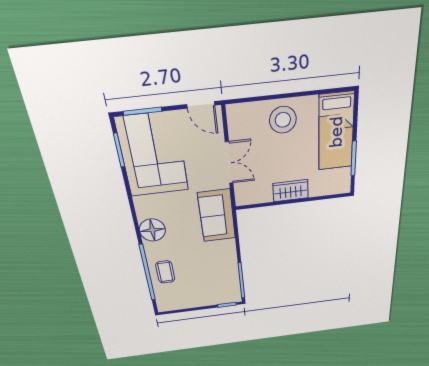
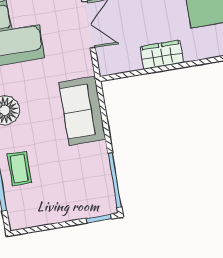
sofa: (217, 216) -> (82, 111), moved

